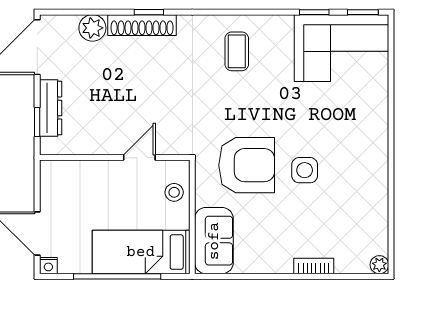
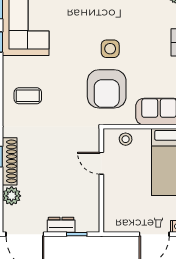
dresser: (51, 108) -> (61, 225), width x0.70
armchair: (247, 165) -> (107, 89), turned 180

